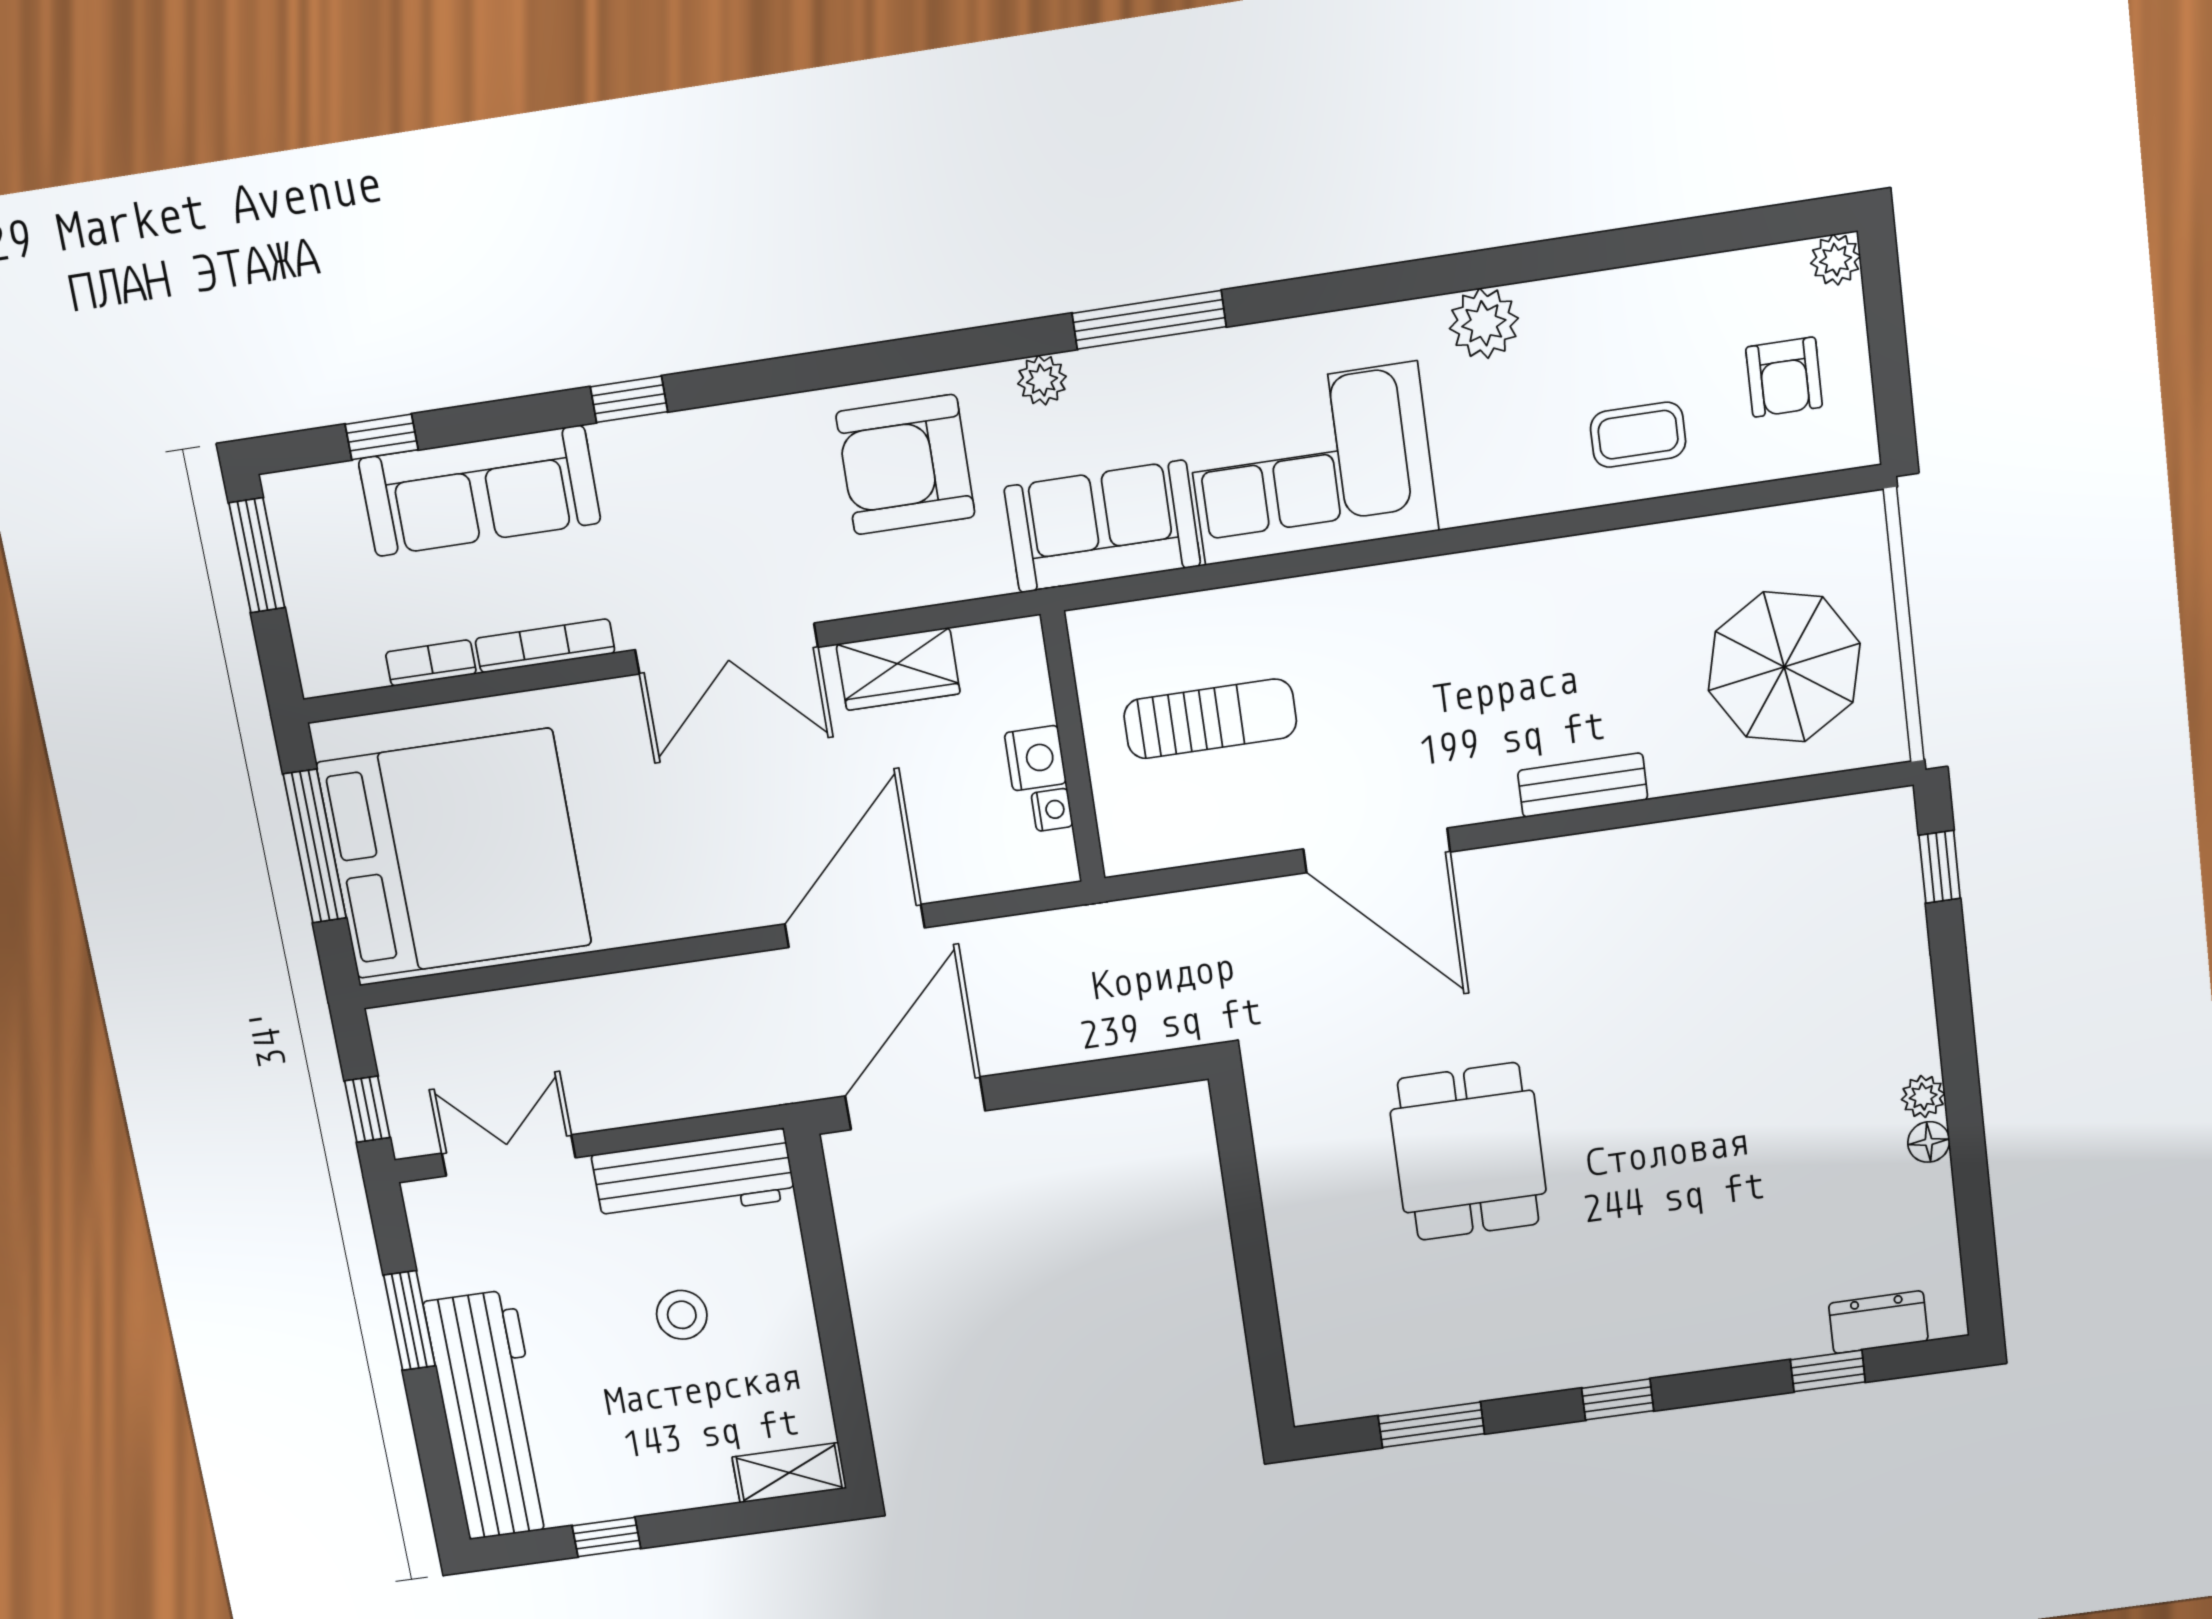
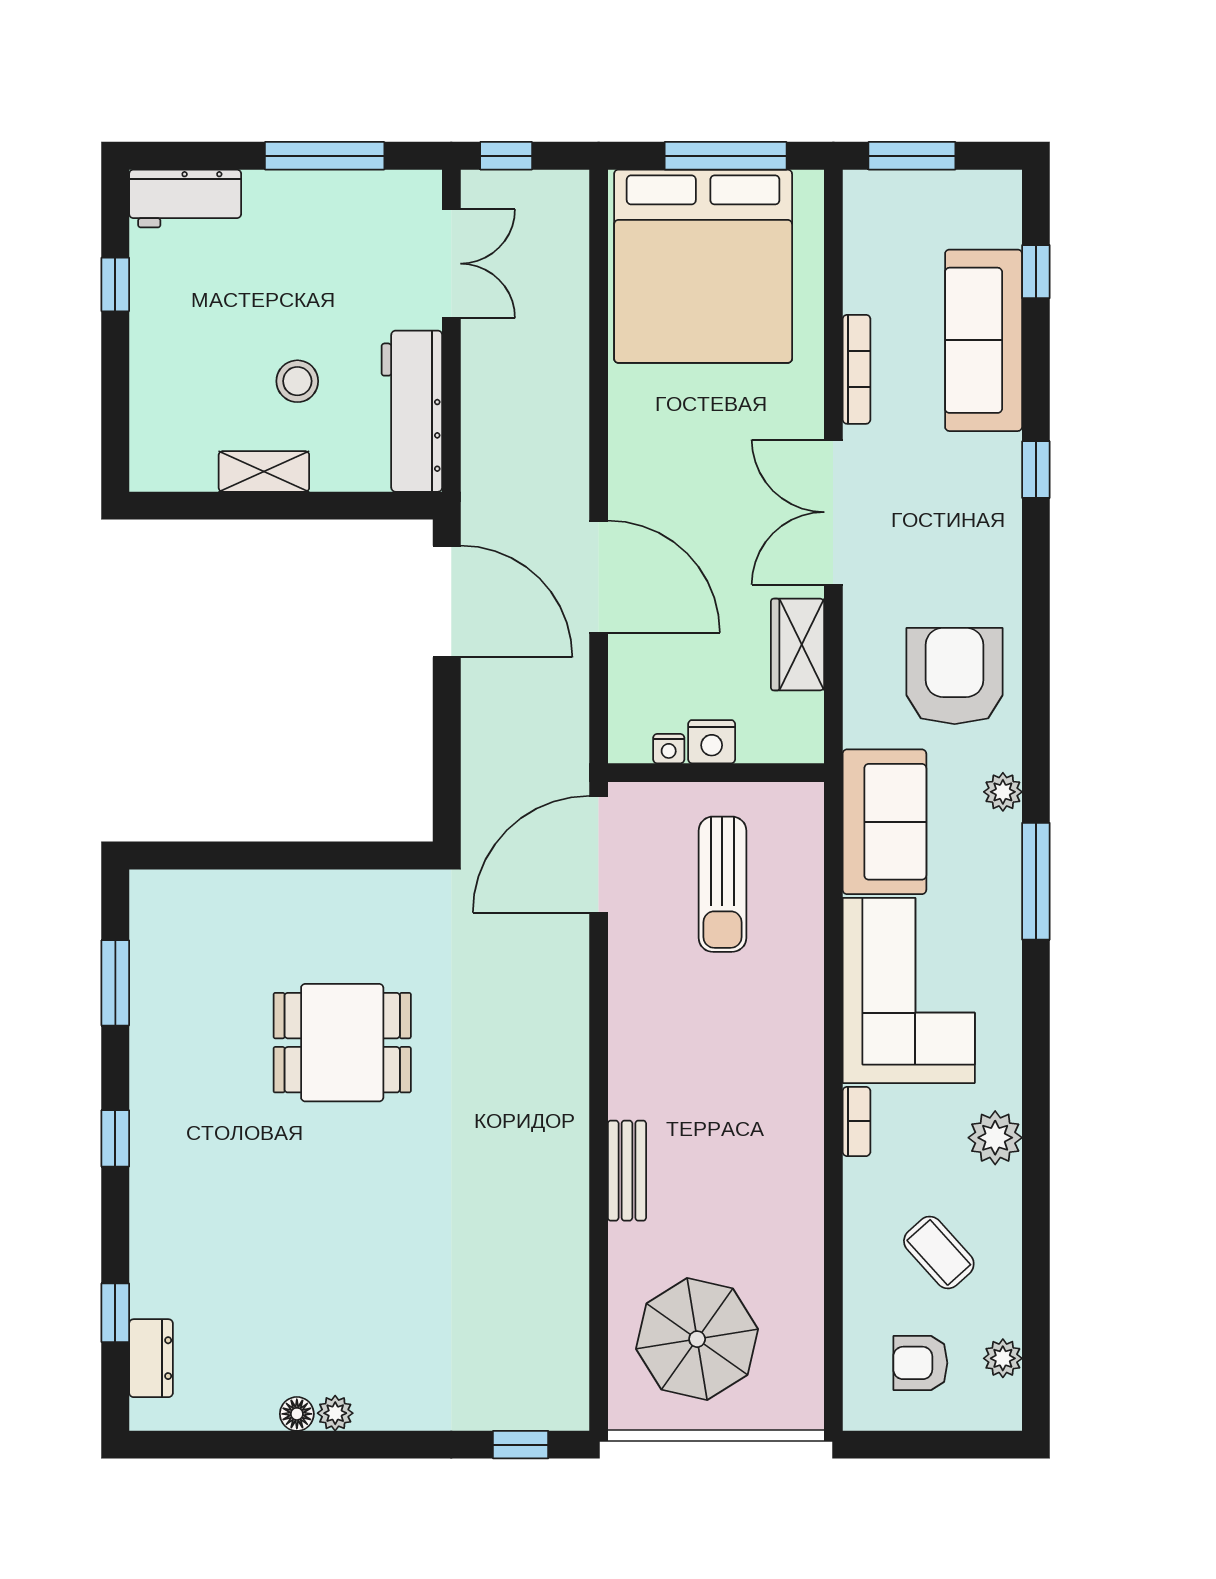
plant: (1836, 260) -> (1003, 1358), moved
coffee table: (1638, 435) -> (939, 1252), moved, turned -42
window: (257, 555) -> (912, 156), moved
bookcase: (431, 663) -> (856, 1121), moved
door: (1377, 850) -> (599, 854), moved
window: (409, 1321) -> (325, 156), width x1.44
workbench: (491, 1415) -> (185, 199), width x0.53, depth x0.76
shelving: (789, 1473) -> (264, 471), moved, turned 90

